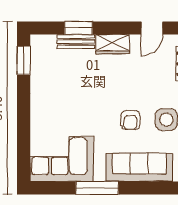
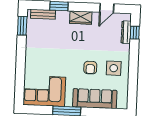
bench: (76, 42) -> (43, 14), moved

